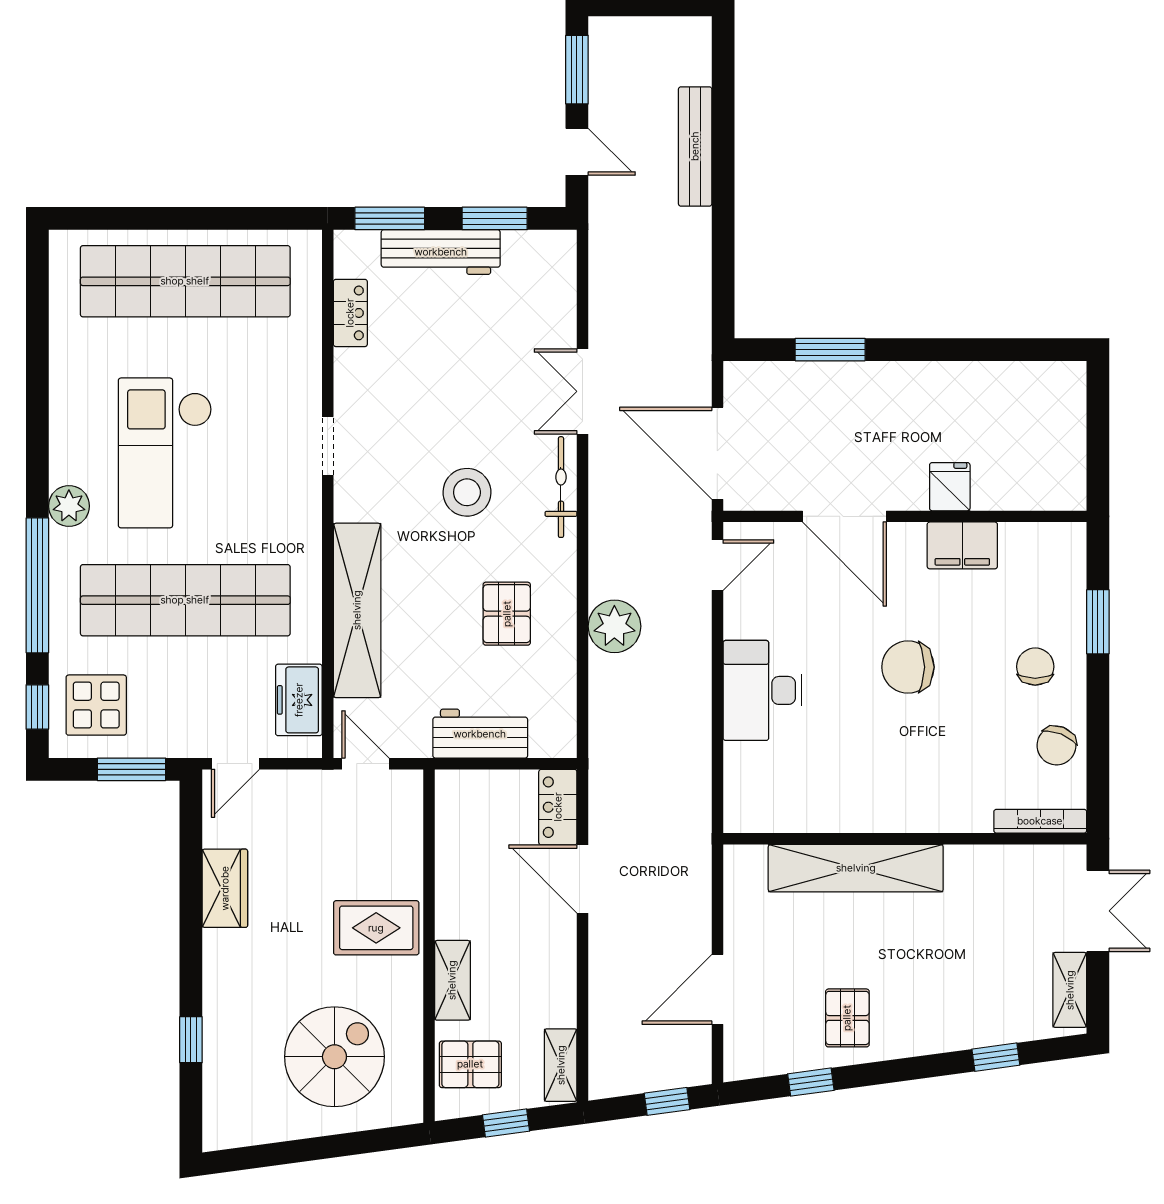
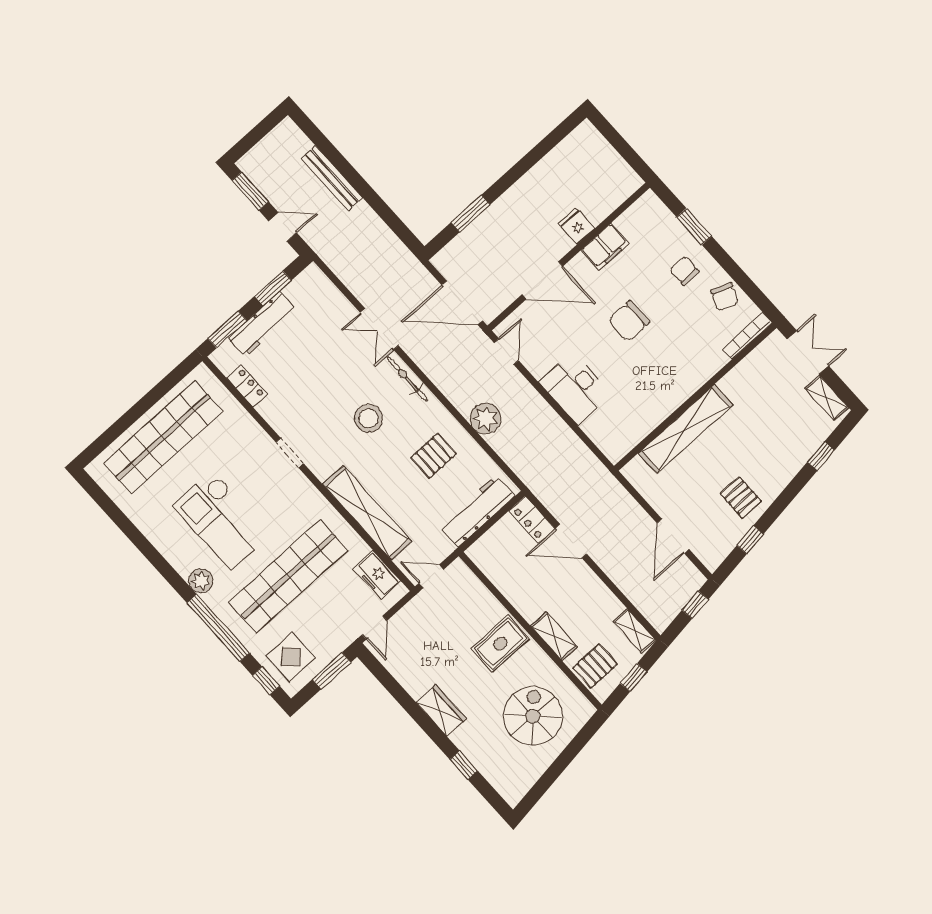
pallet: (507, 614) -> (434, 456), turned 90
workbench: (480, 734) -> (477, 511), width x1.38
wardrobe: (225, 888) -> (441, 711), moved

